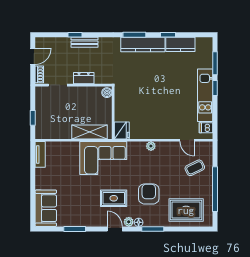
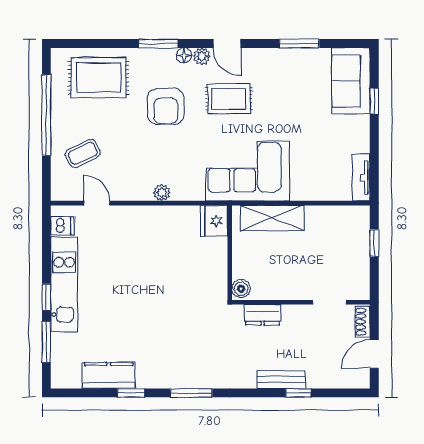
kitchen counter: (143, 44) -> (176, 375), removed
dresser: (84, 78) -> (263, 315), moved
window: (33, 197) -> (374, 101), added

